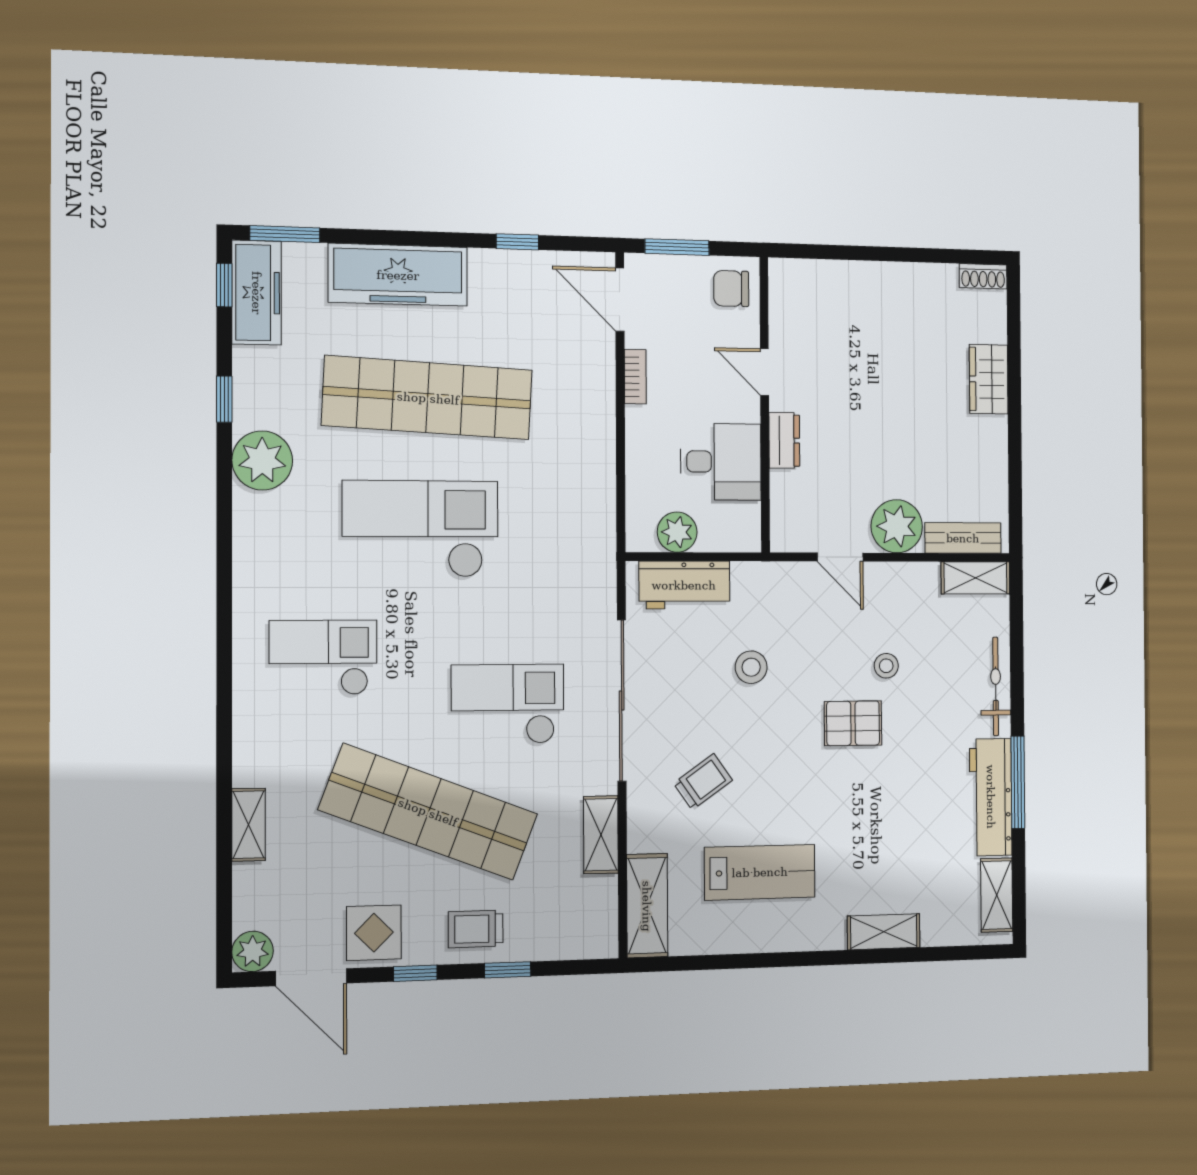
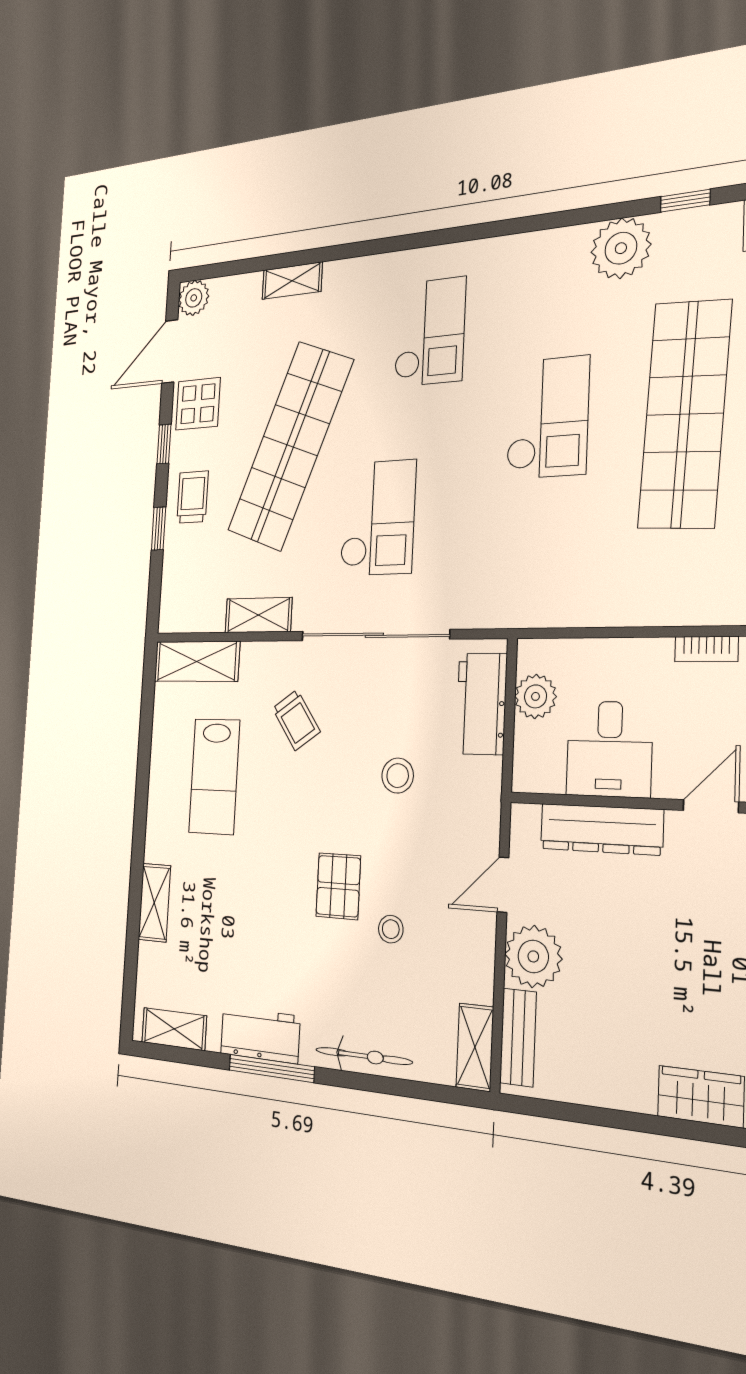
dresser: (784, 440) -> (601, 829), width x1.96, depth x1.24
checkout: (420, 529) -> (548, 418), width x0.73, depth x0.83
workbench: (991, 797) -> (260, 1035), width x0.73

